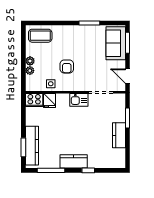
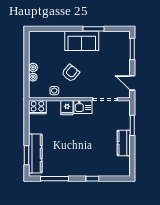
coffee table: (40, 36) -> (44, 42), removed
sofa: (116, 43) -> (82, 41), moved, turned -90
armchair: (67, 66) -> (71, 73), turned -140
fridge: (50, 101) -> (67, 108), moved
kitchen counter: (74, 161) -> (77, 170), removed

